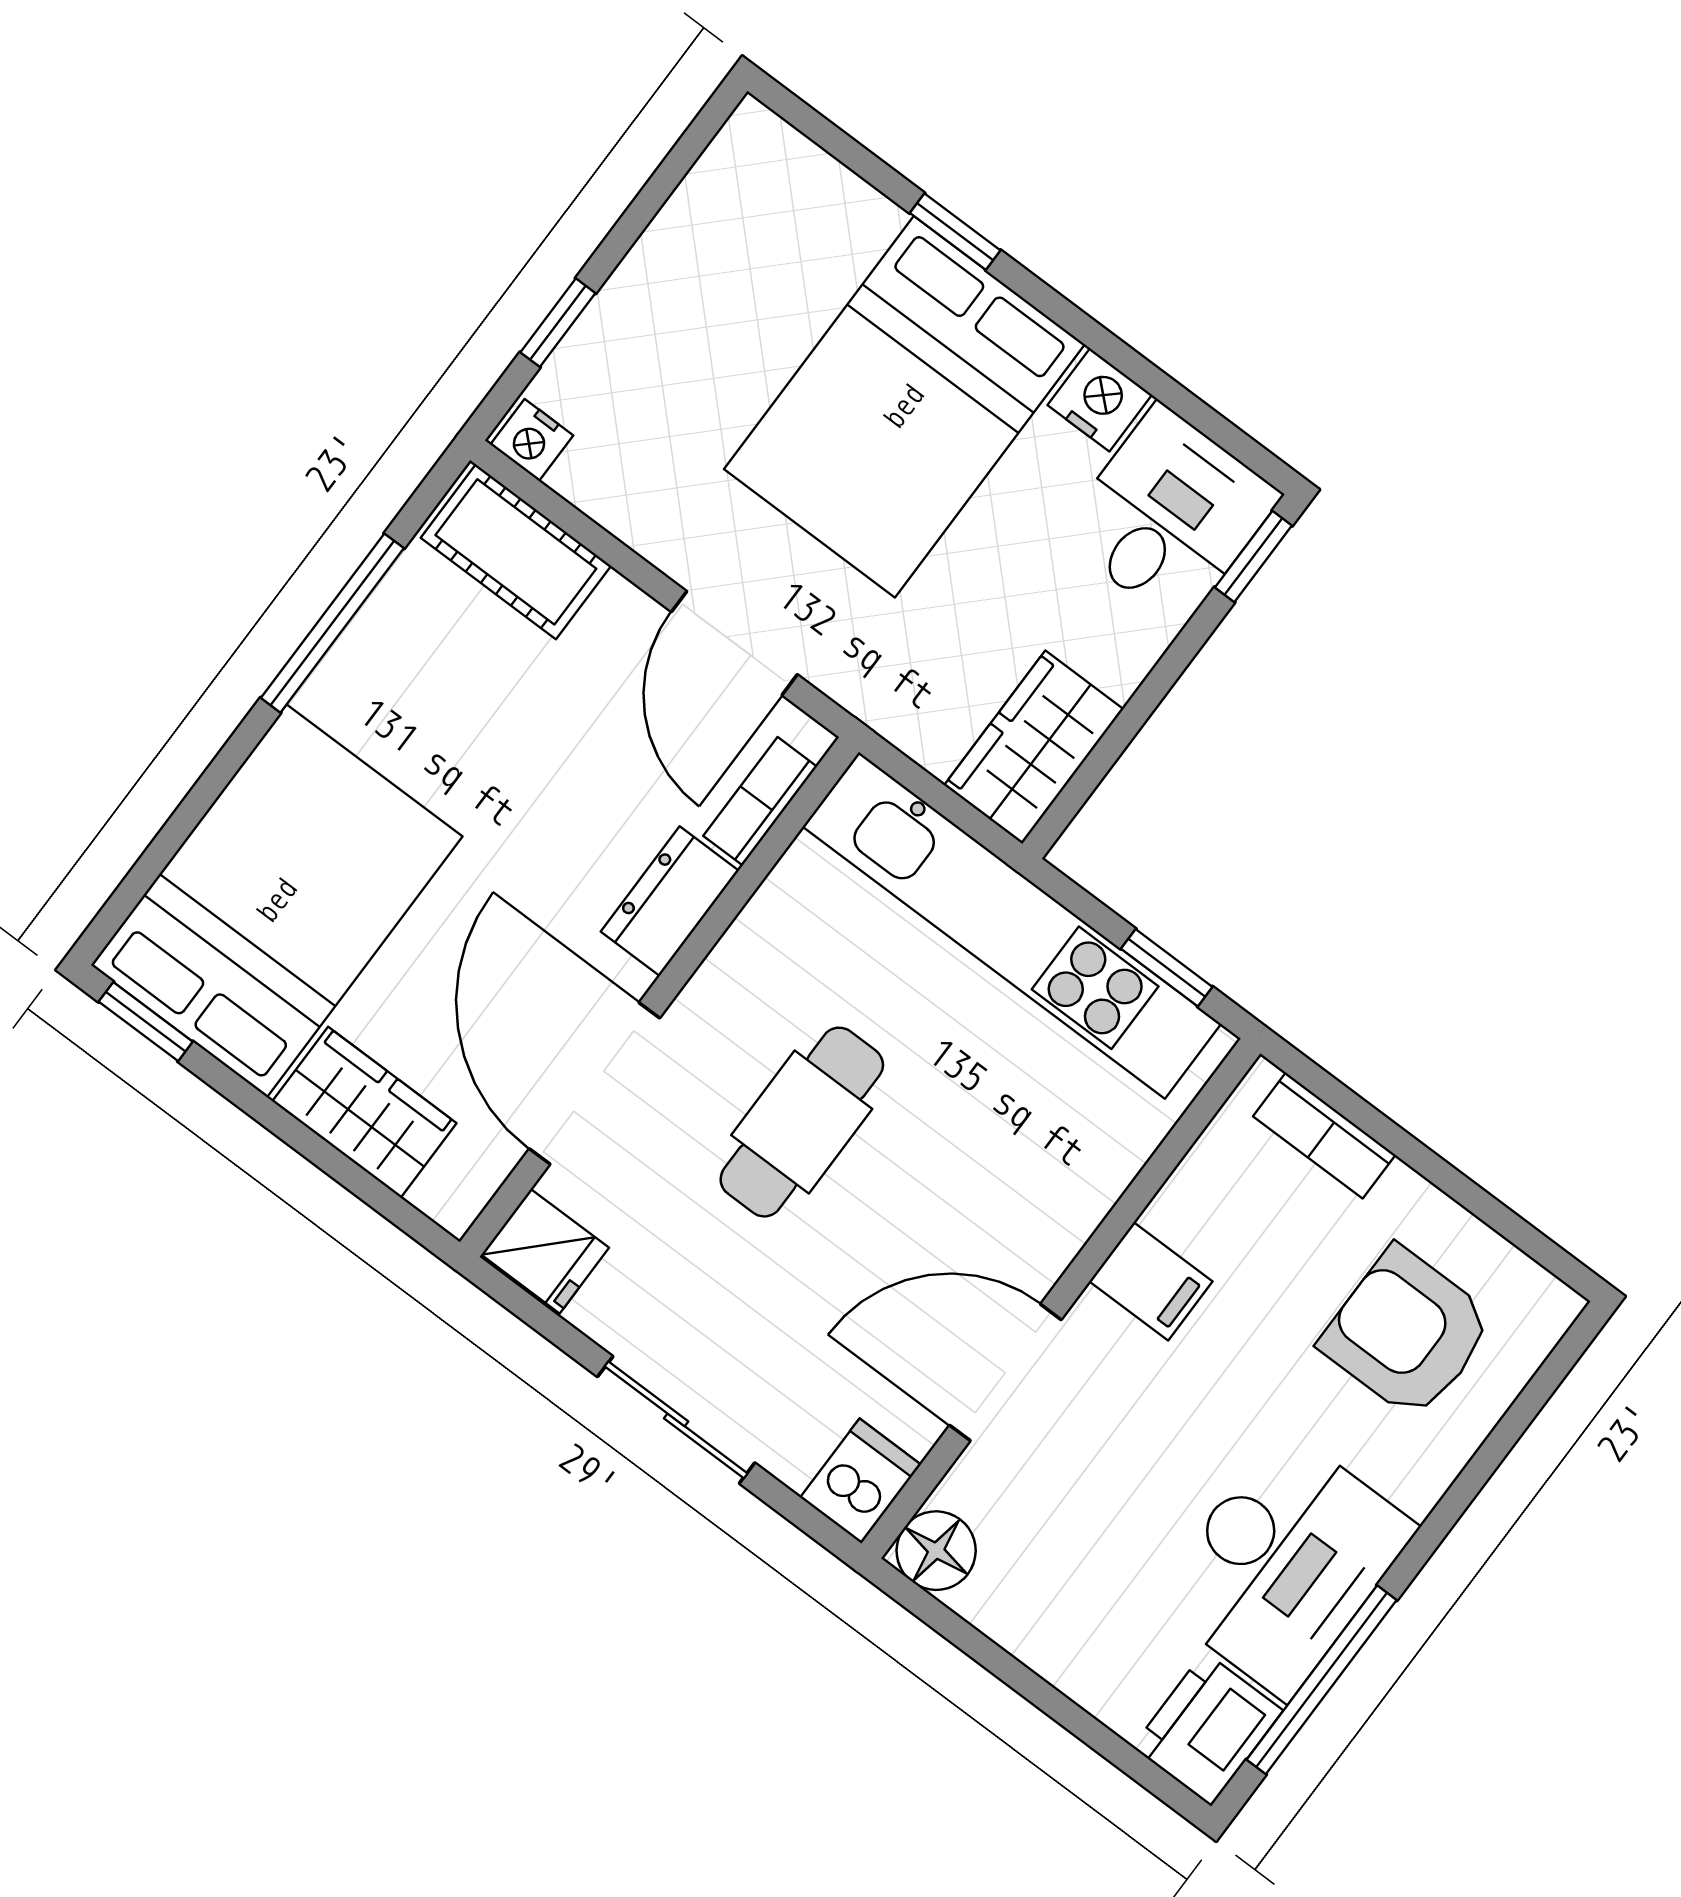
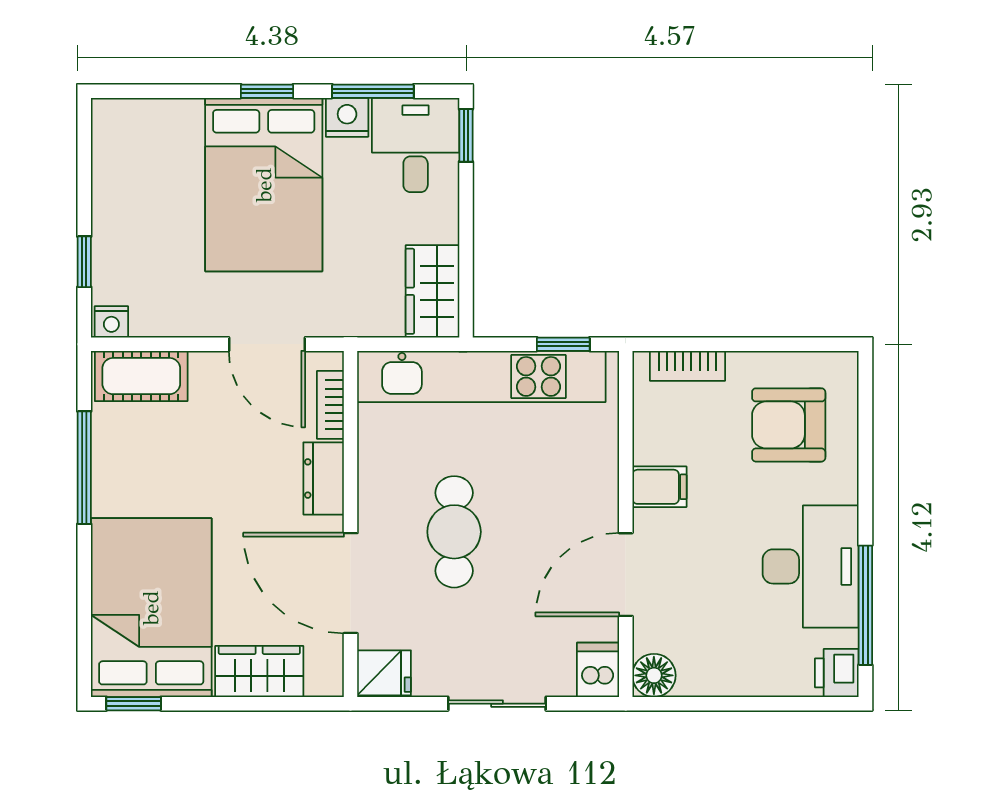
window: (955, 232) -> (267, 91), moved
window: (1166, 390) -> (373, 91), added
printer: (1208, 1729) -> (837, 673), width x0.73, depth x0.81

